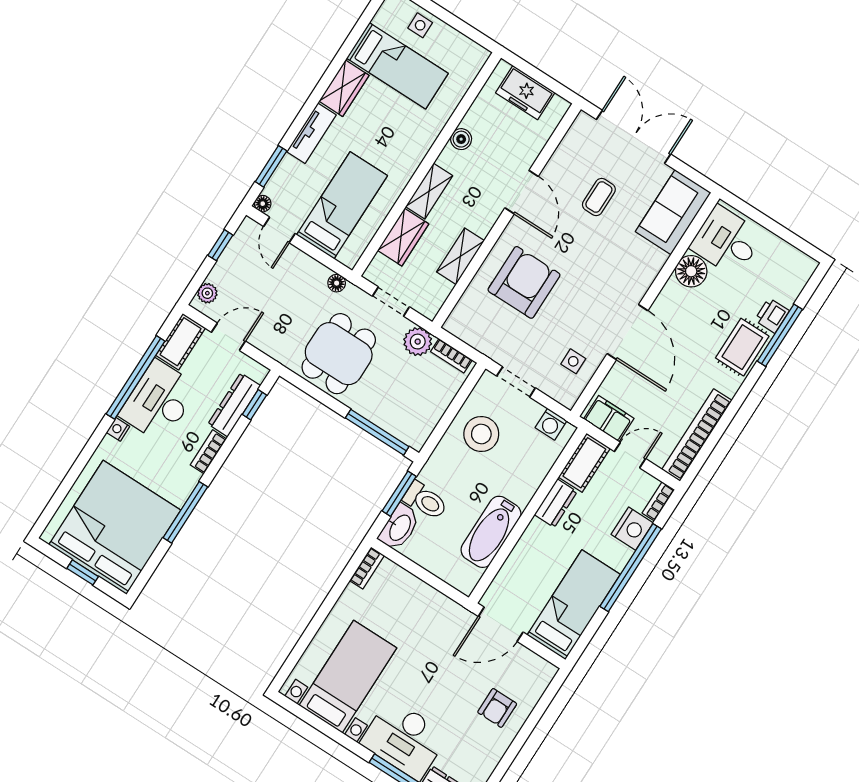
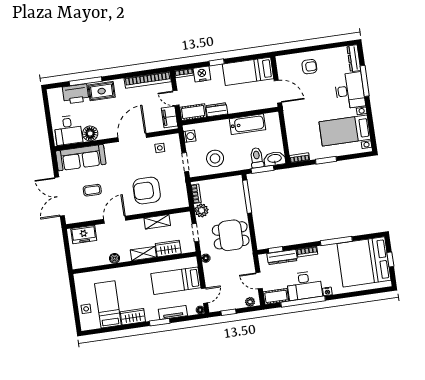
freezer: (525, 93) -> (84, 235), moved, turned 90
tv unit: (311, 133) -> (173, 312), moved
window: (271, 166) -> (160, 322), moved
sofa: (673, 212) -> (81, 158), width x1.36
printer: (772, 315) -> (76, 94), width x1.87, depth x1.48
window: (631, 568) -> (217, 62), width x0.32
window: (327, 606) -> (326, 160), added

